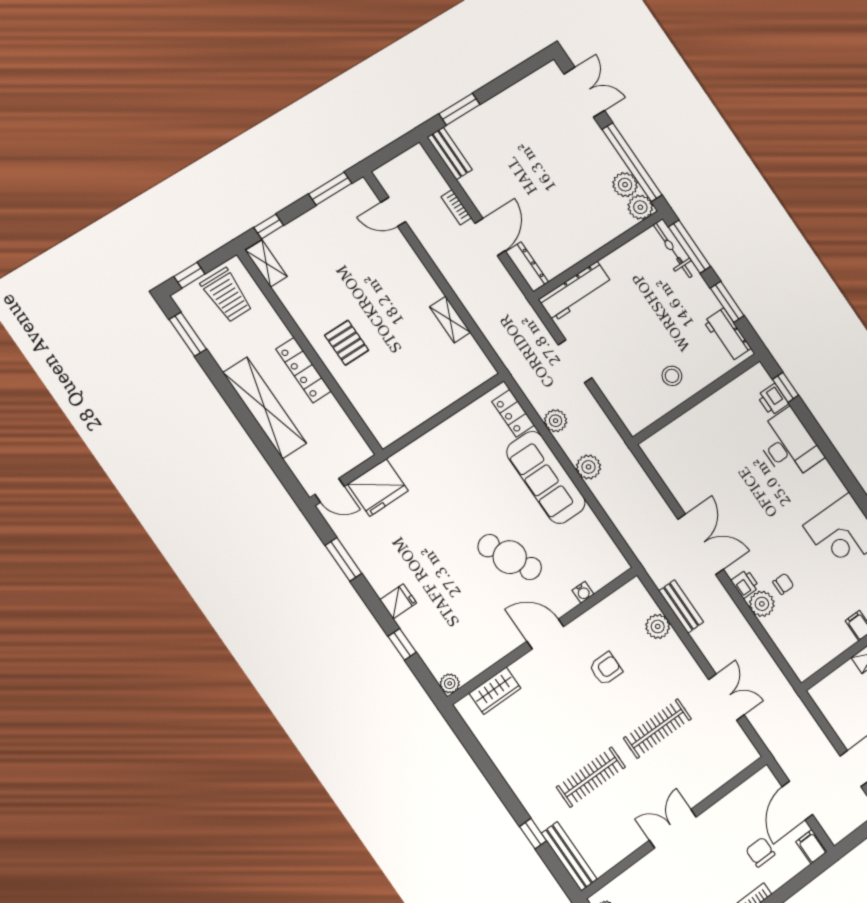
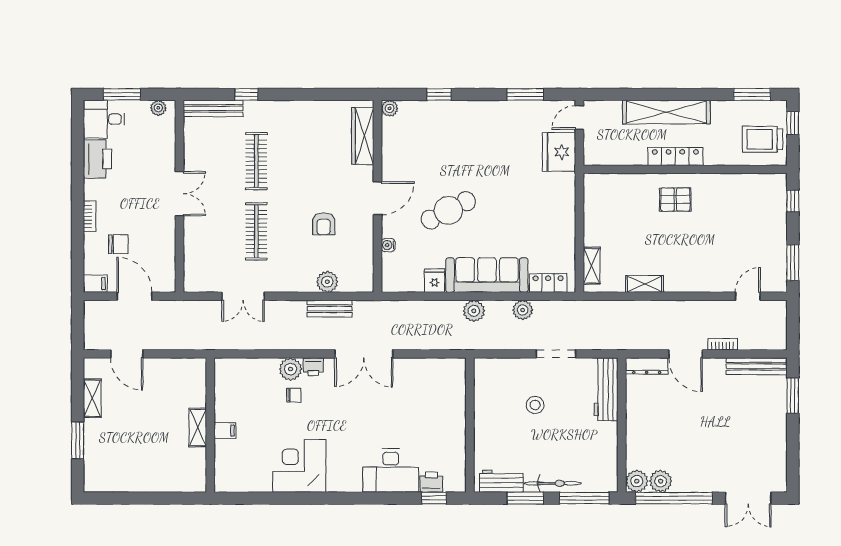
bench: (450, 153) -> (757, 366), width x1.36
bicycle: (673, 250) -> (553, 483), moved
shelving: (266, 264) -> (592, 266), moved, turned 90
stool: (672, 376) -> (535, 405), moved
chair: (783, 584) -> (294, 395), turned -90
fridge: (398, 601) -> (435, 281), moved, turned 180
wardrobe: (495, 691) -> (363, 136), width x1.50

